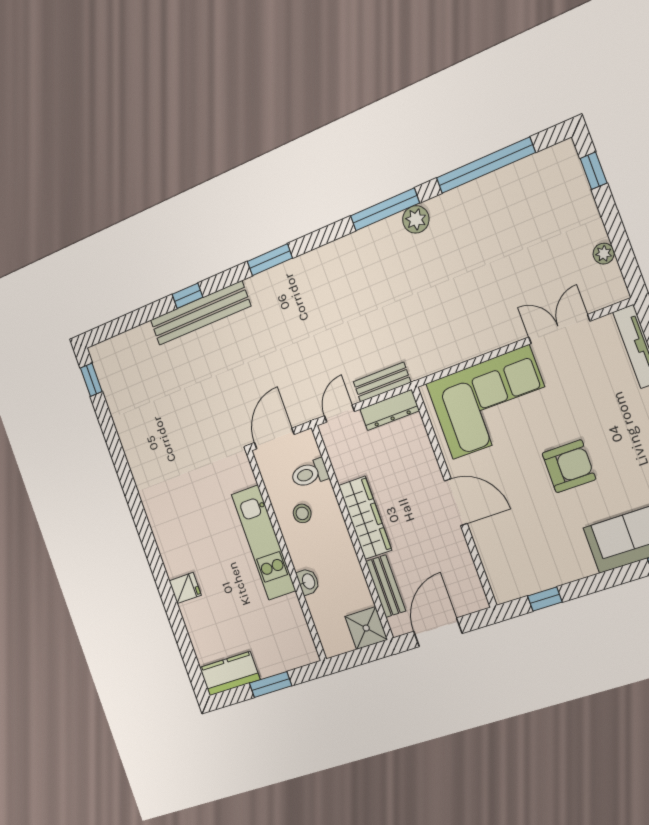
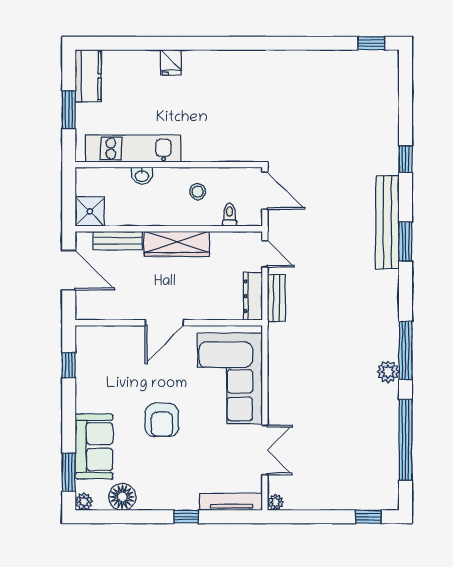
plant: (604, 254) -> (275, 502), moved
bench: (200, 313) -> (387, 222), moved
toilet: (310, 474) -> (230, 215), width x0.73, depth x0.72
kitchen unit: (263, 543) -> (133, 149), moved

